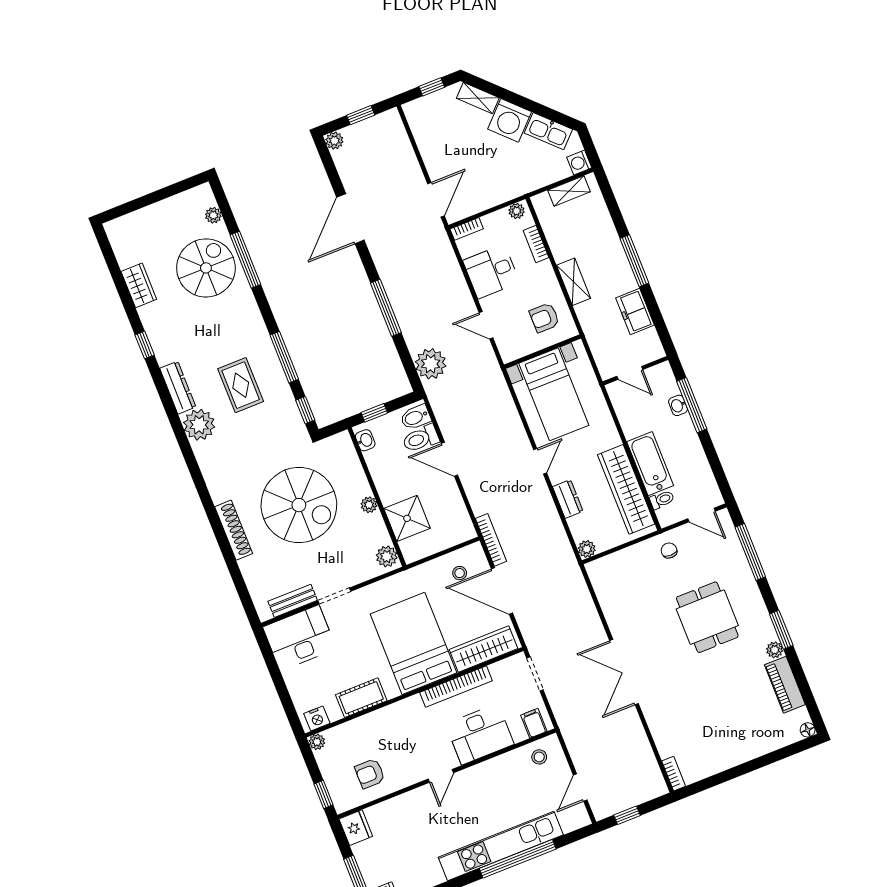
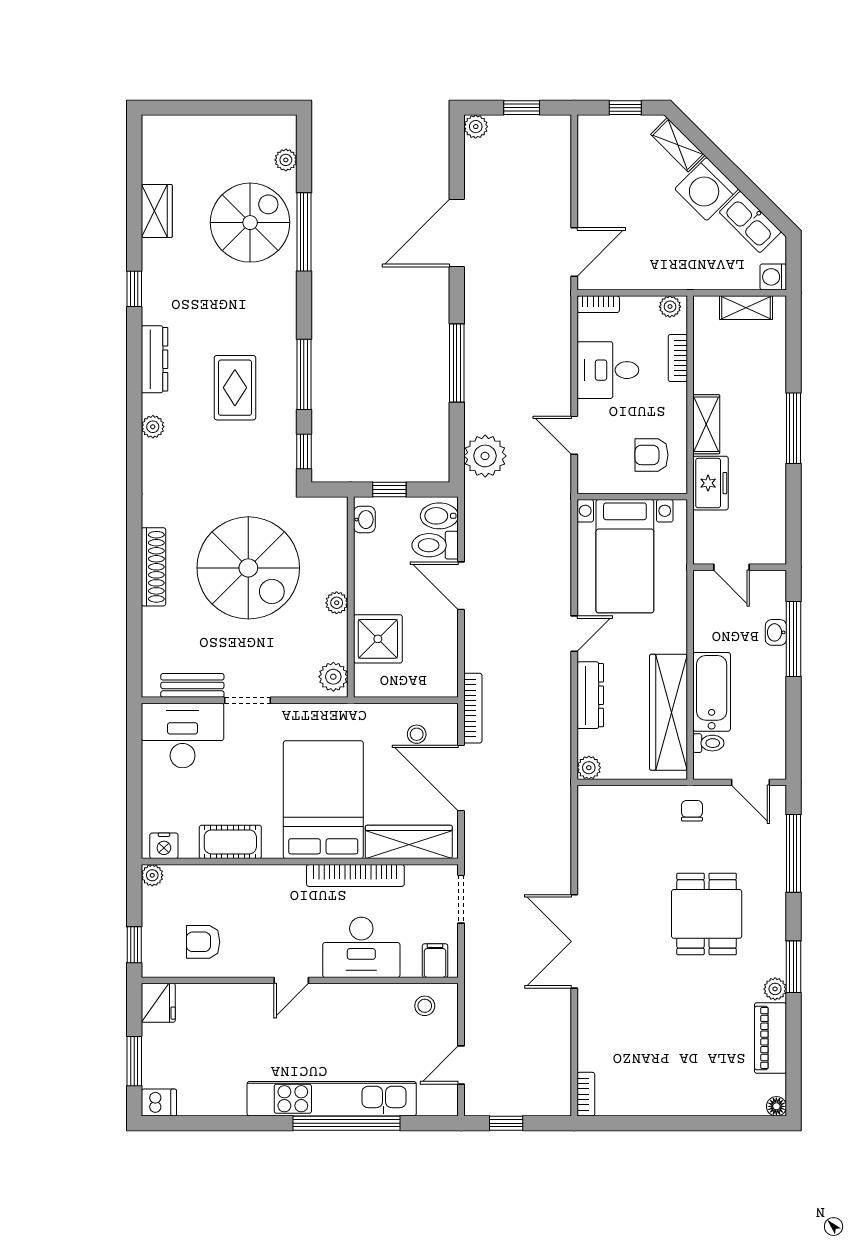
freezer: (635, 311) -> (711, 483), moved, turned 180
plant: (199, 425) -> (153, 427), width x0.53, depth x0.53
dresser: (568, 499) -> (590, 695), width x1.44

